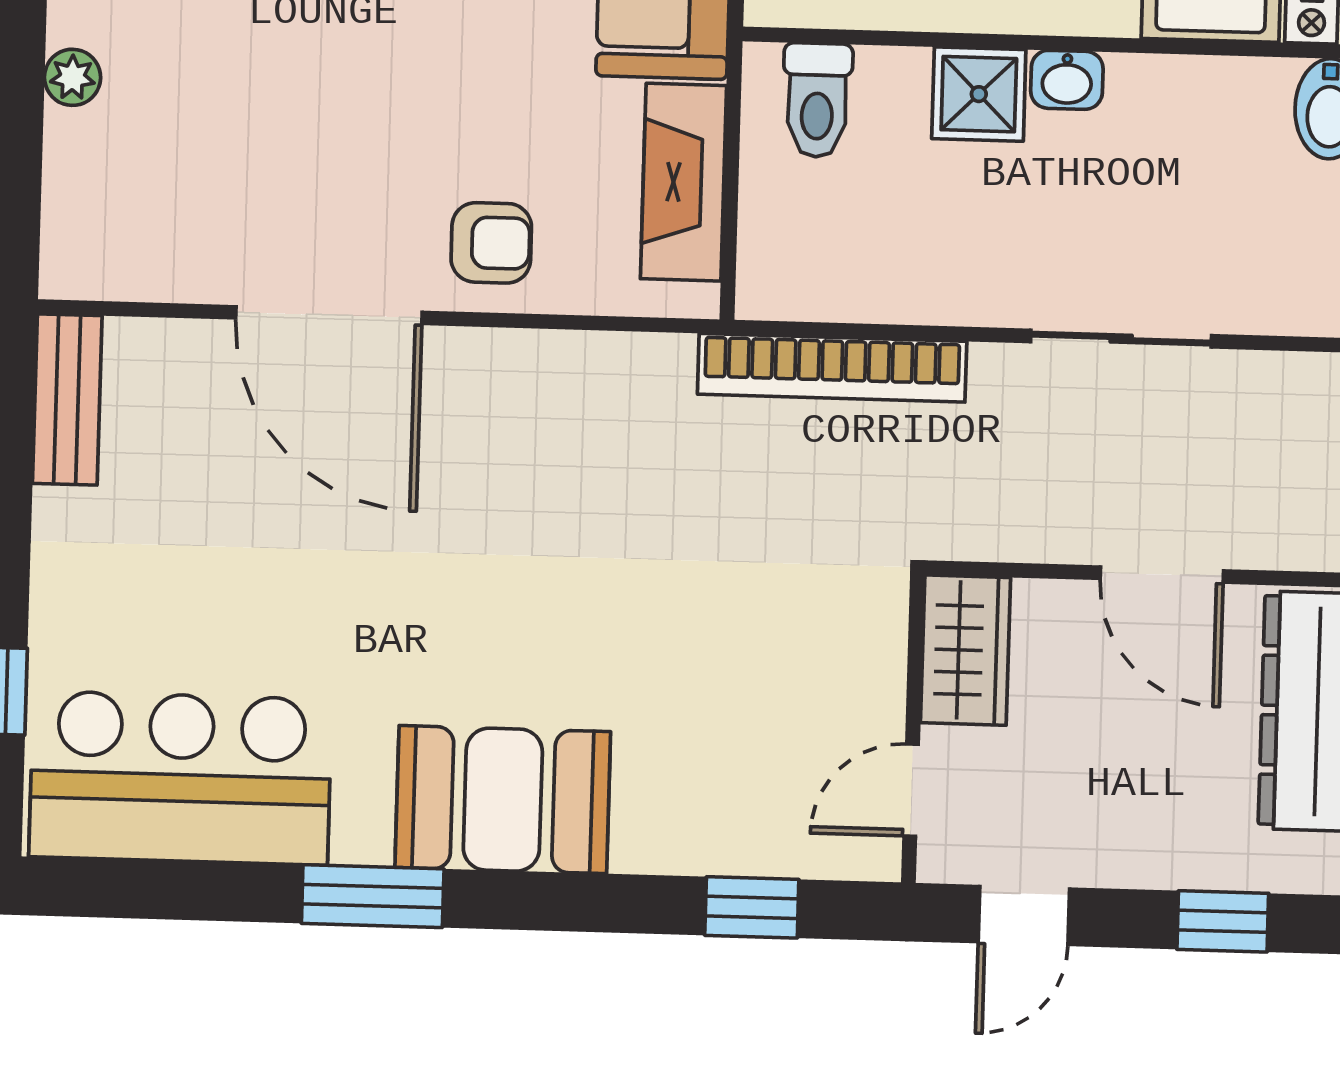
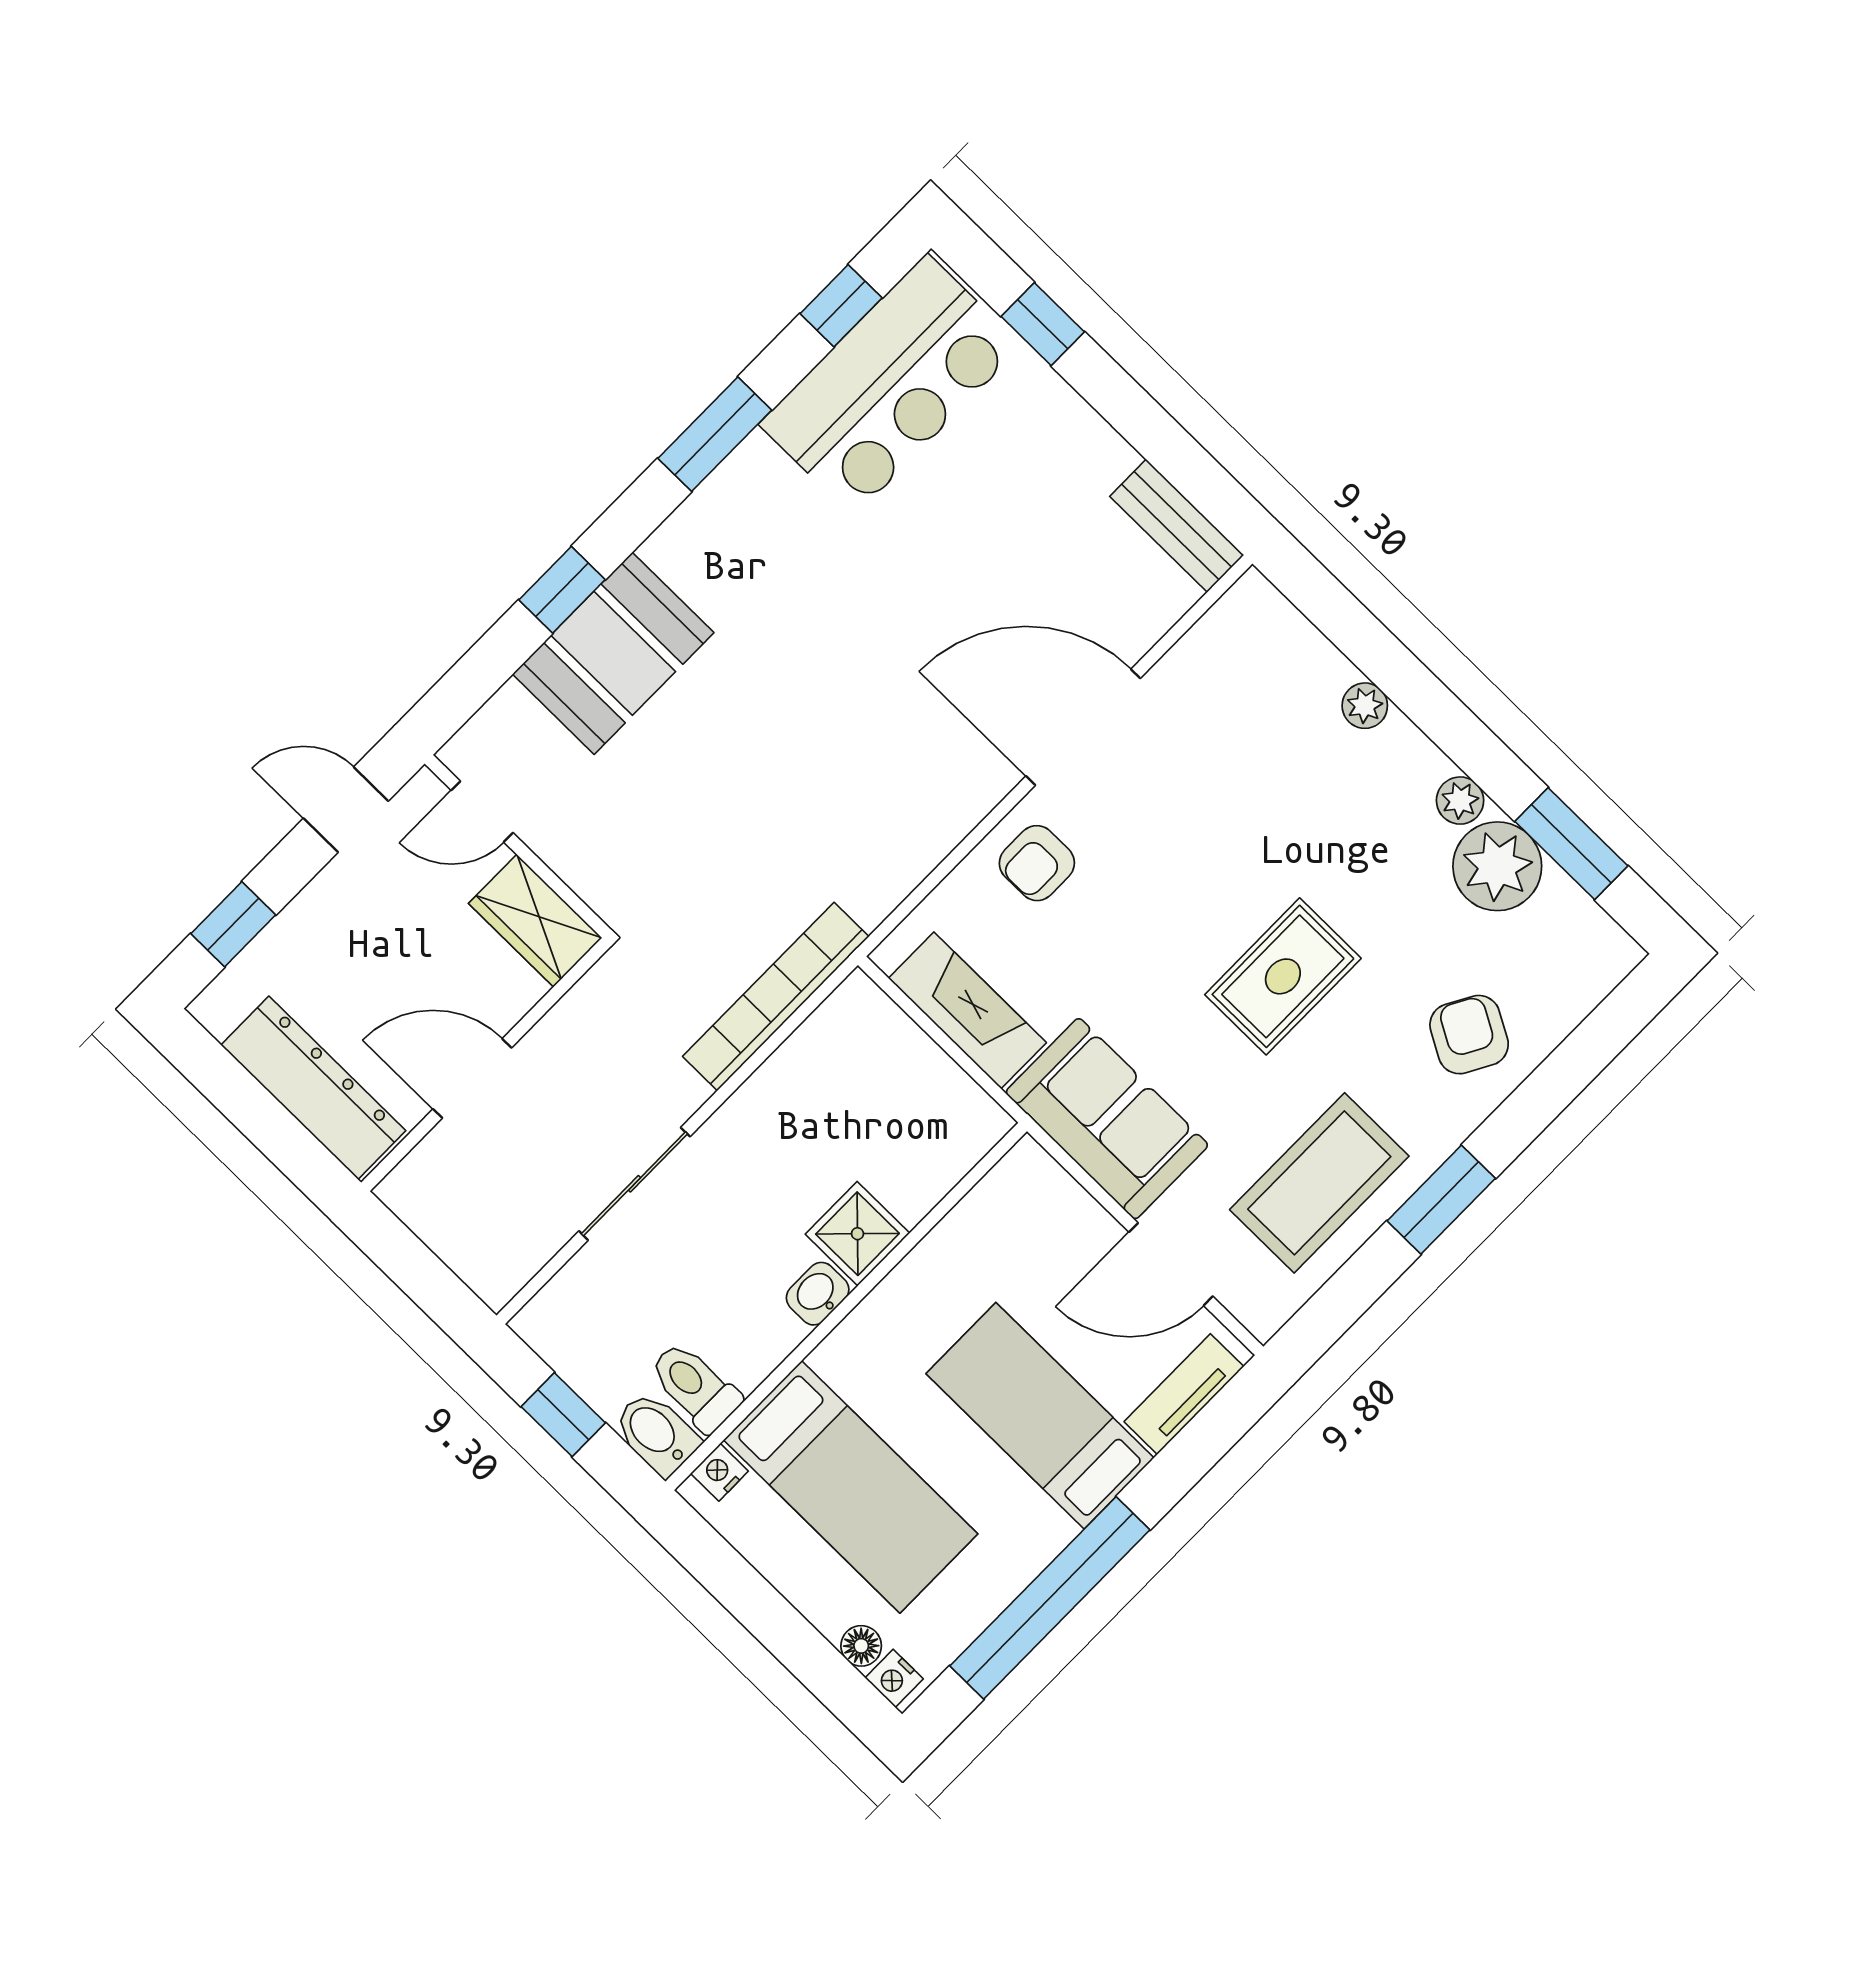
toilet: (817, 100) -> (695, 1387), moved
door: (911, 790) -> (482, 812), swing flipped
booth: (503, 800) -> (613, 653), moved
window: (150, 890) -> (841, 306), added
window: (752, 907) -> (562, 590), moved
door: (1024, 915) -> (346, 810), hinge flipped

